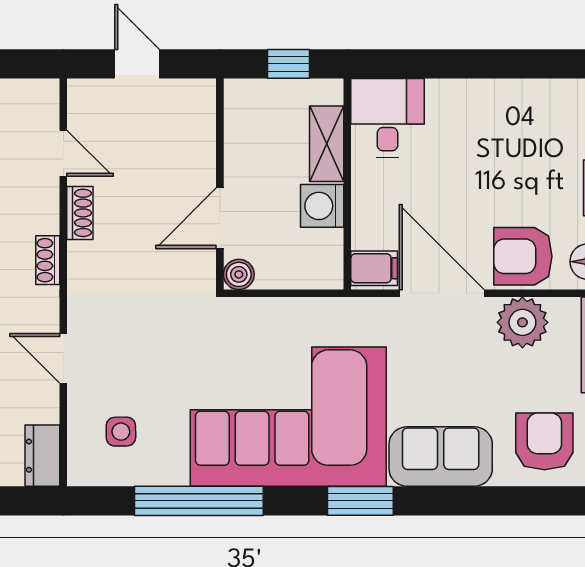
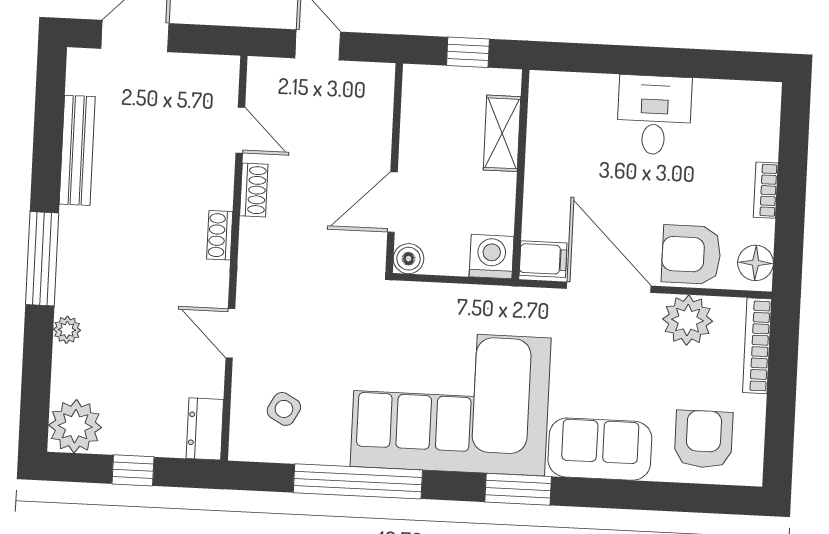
desk: (388, 118) -> (654, 115), moved
washing machine: (322, 206) -> (492, 257), moved, turned 90
side table: (121, 432) -> (284, 409), turned 30

